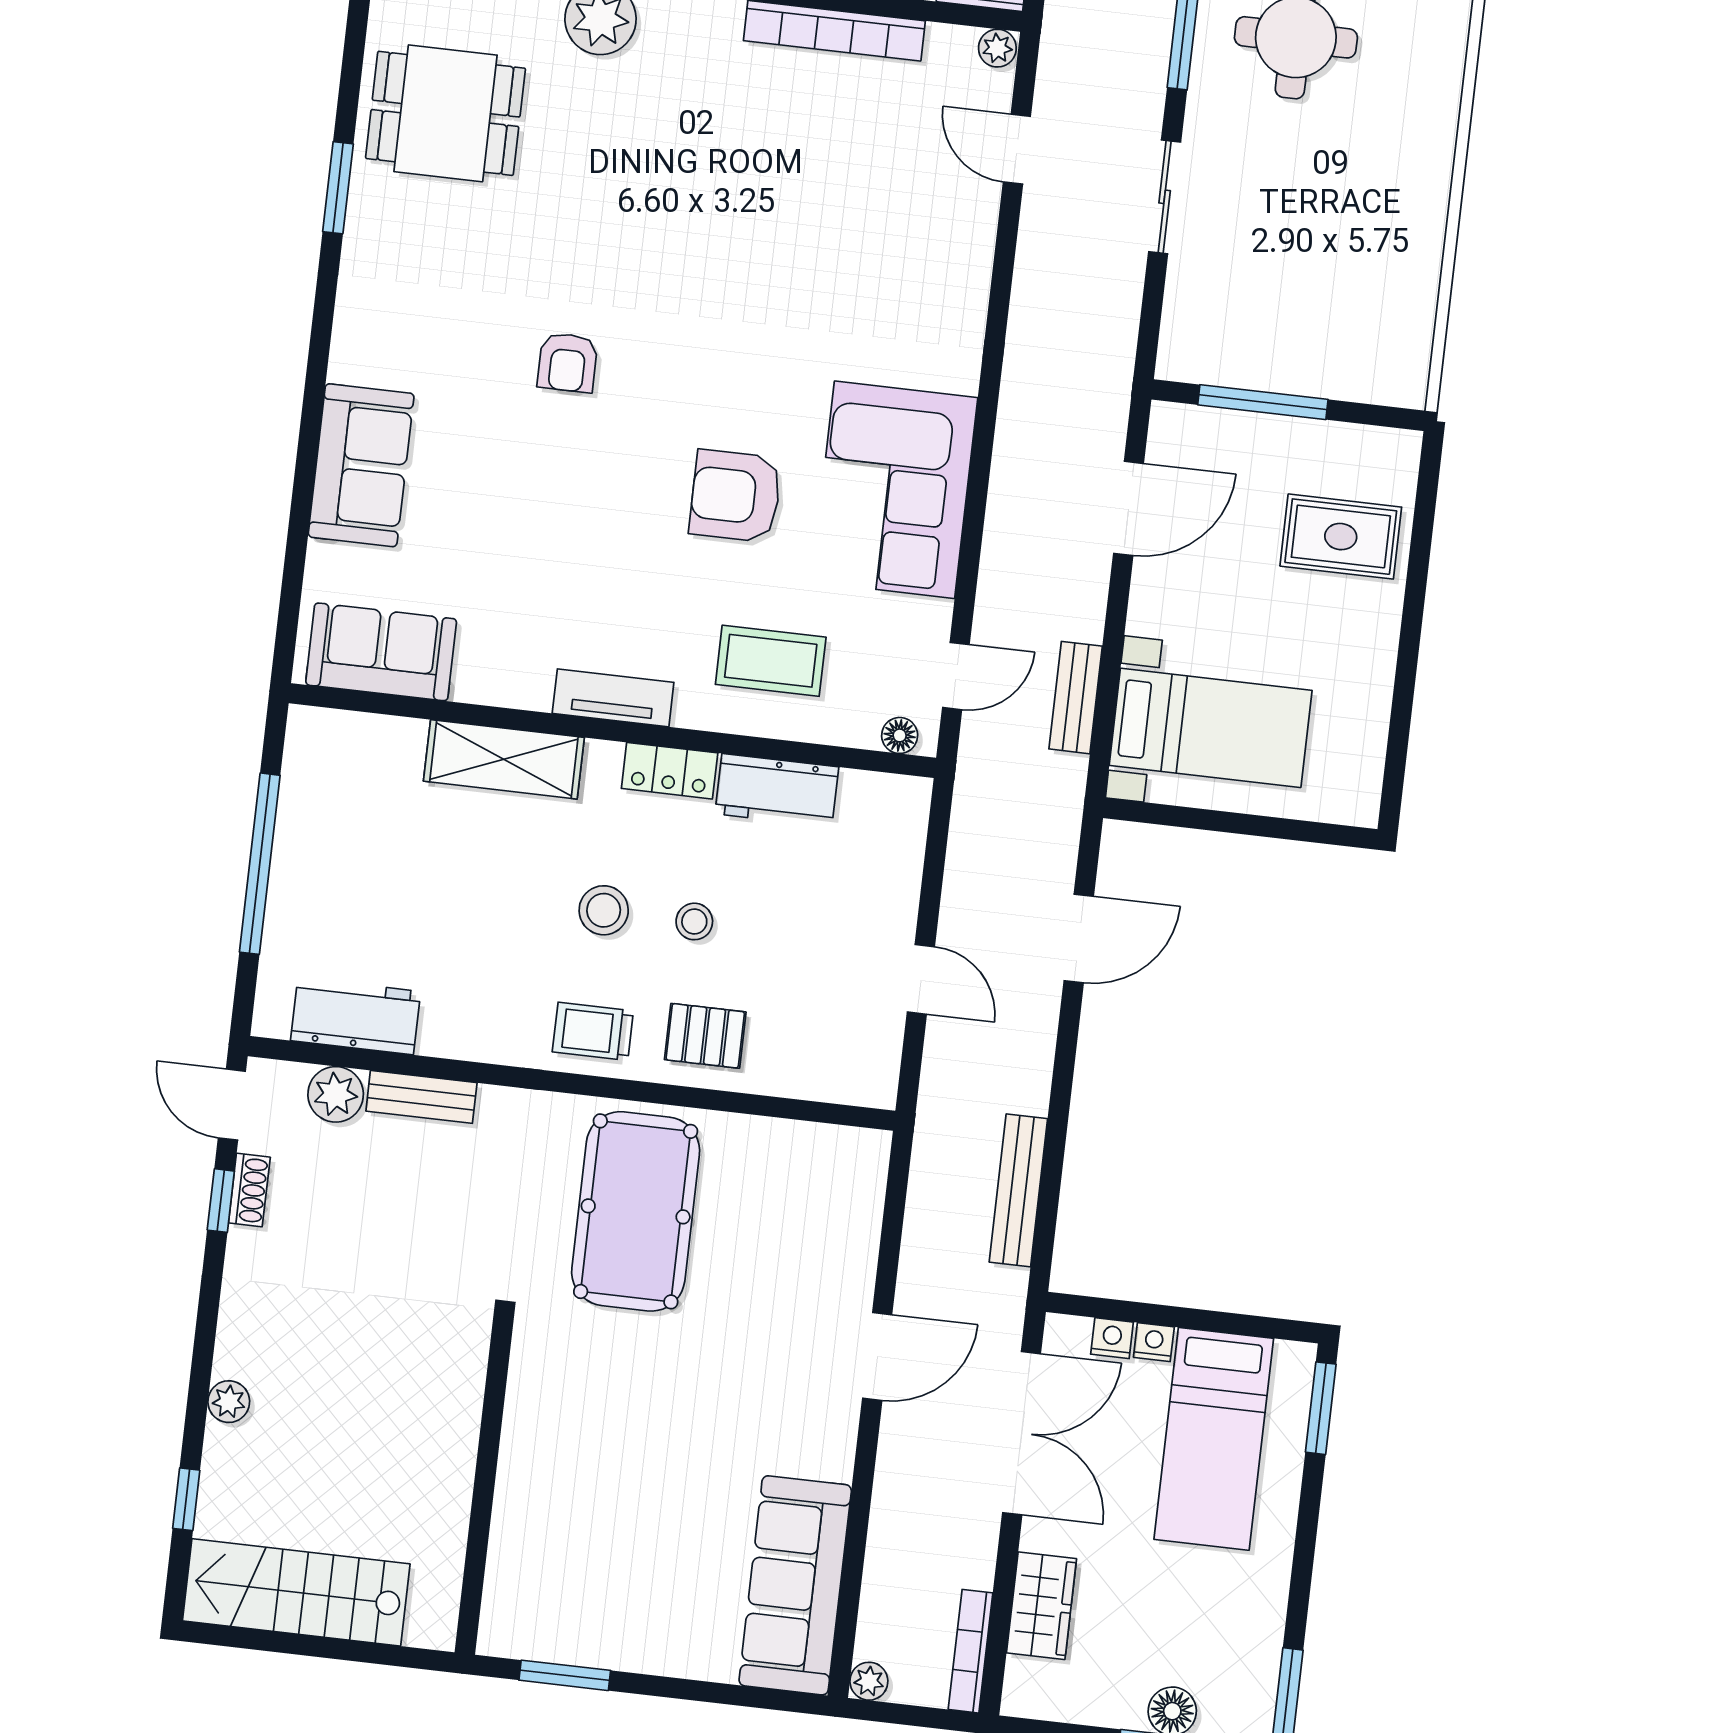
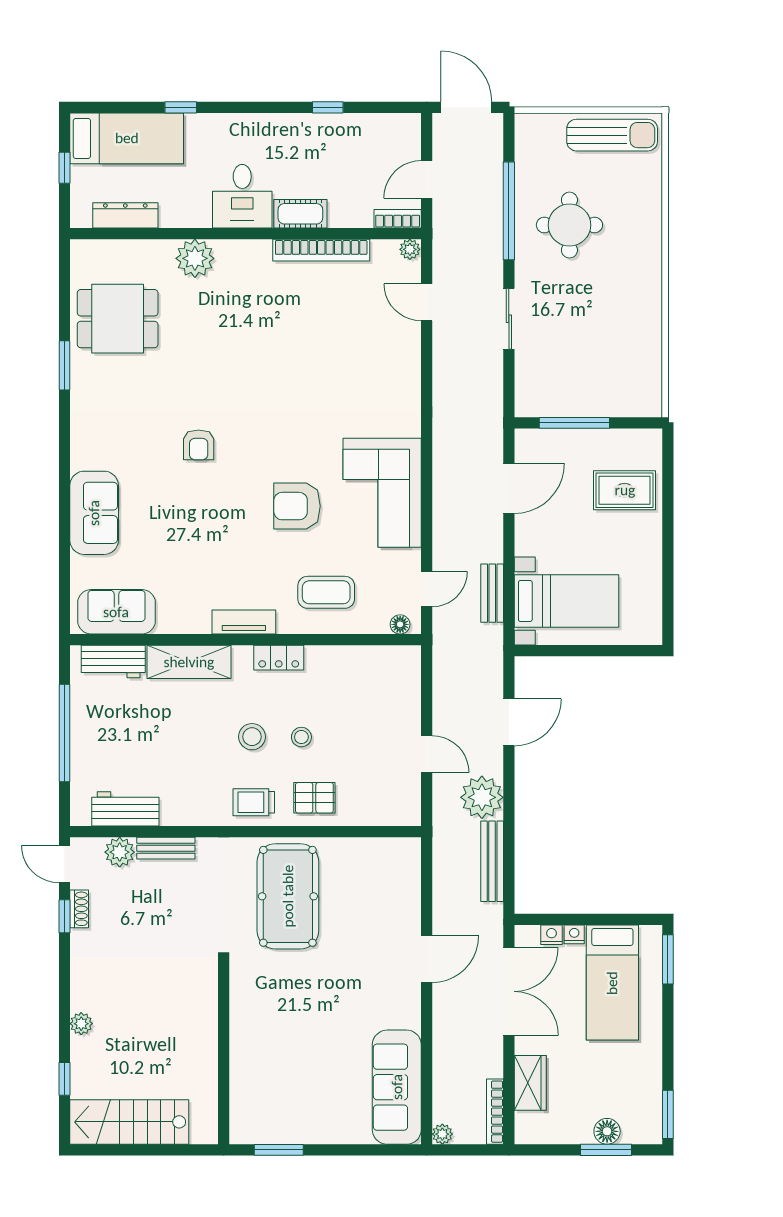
workbench: (777, 790) -> (113, 662), moved
plant: (1013, 1071) -> (482, 797), added

